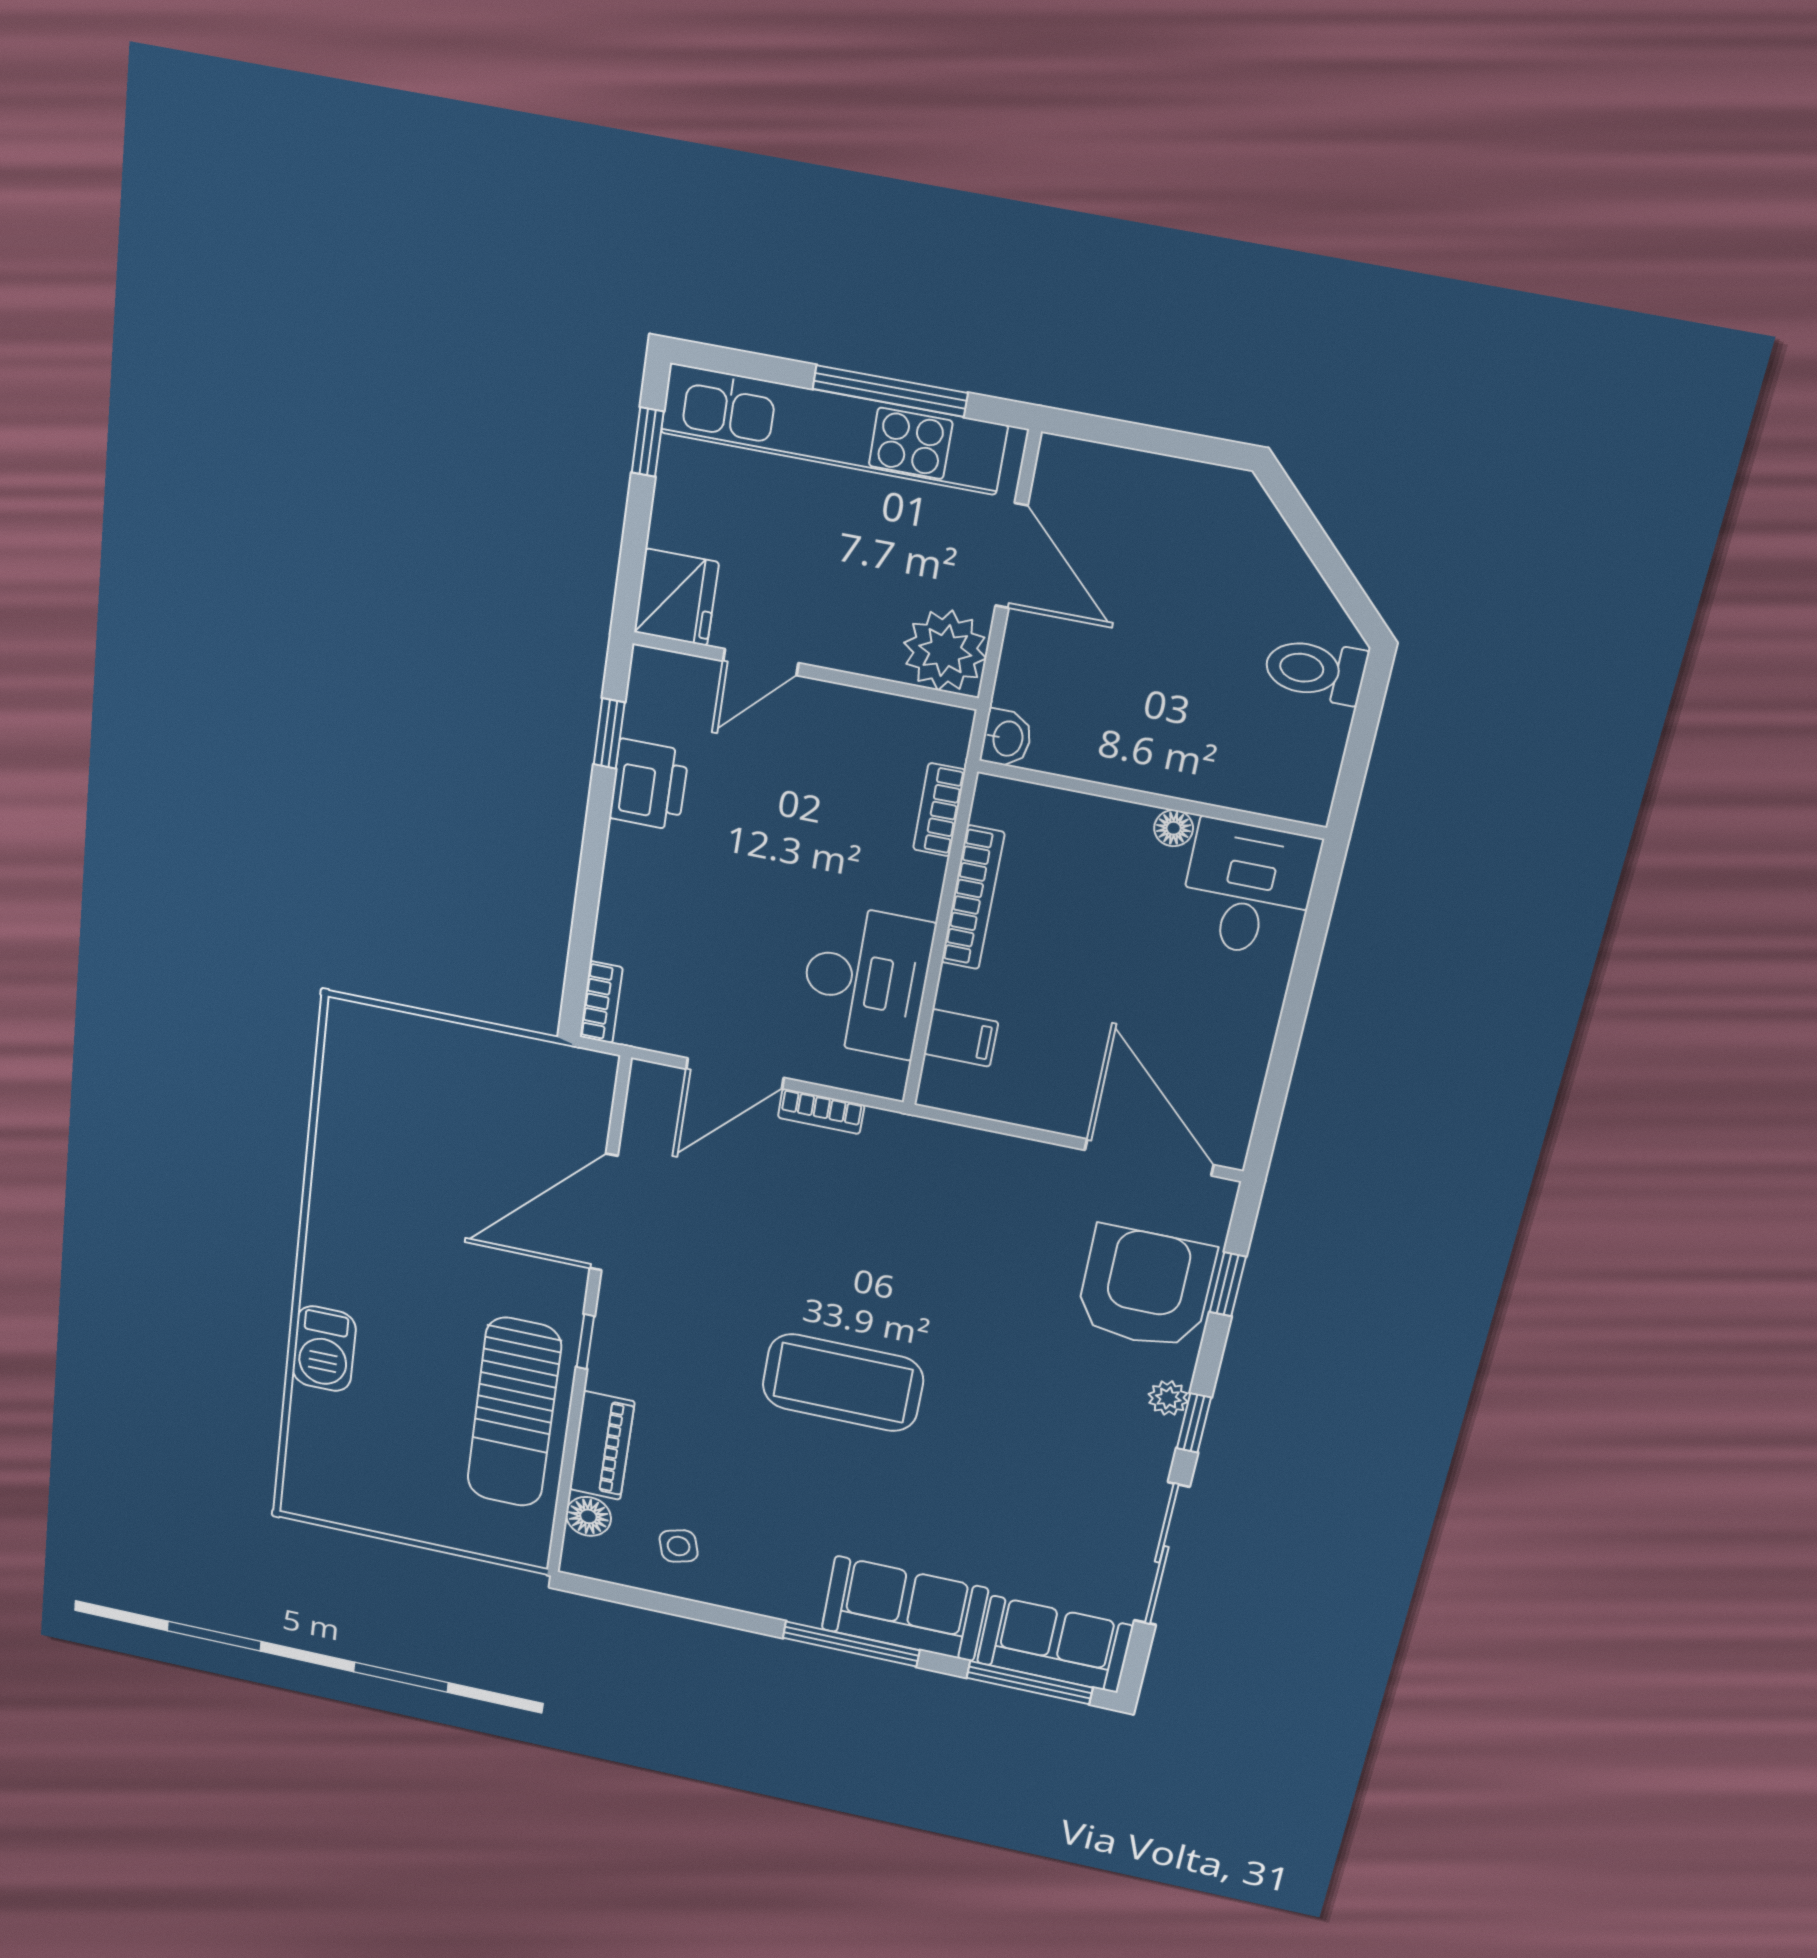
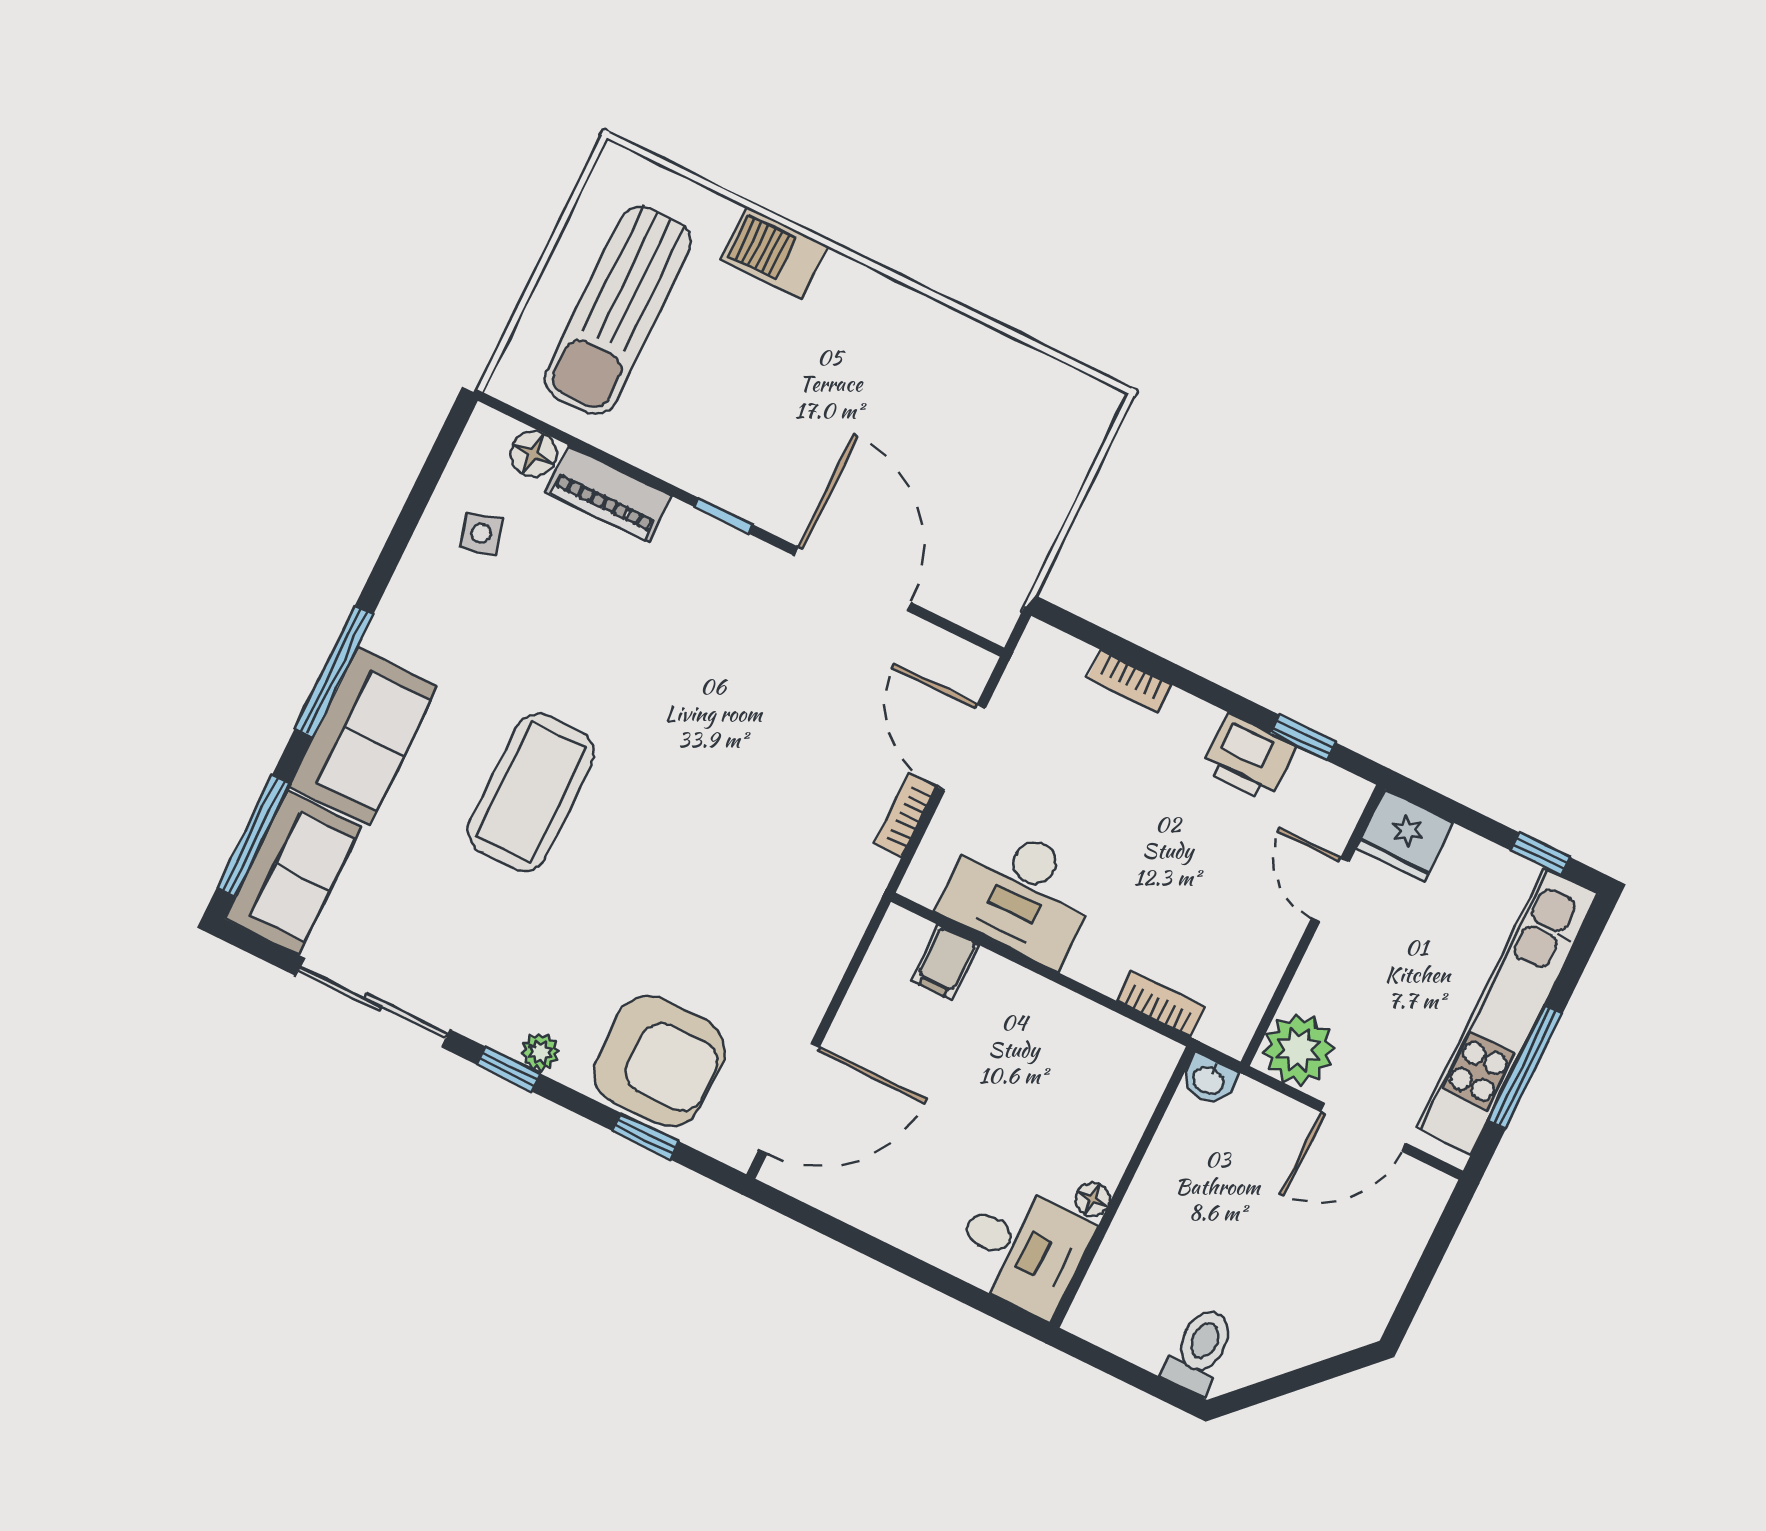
bookcase: (973, 898) -> (1074, 1010), removed
bookcase: (601, 1002) -> (1129, 681), moved
coffee table: (843, 1383) -> (531, 792), moved
sun lounger: (514, 1413) -> (618, 310), moved, turned -90

